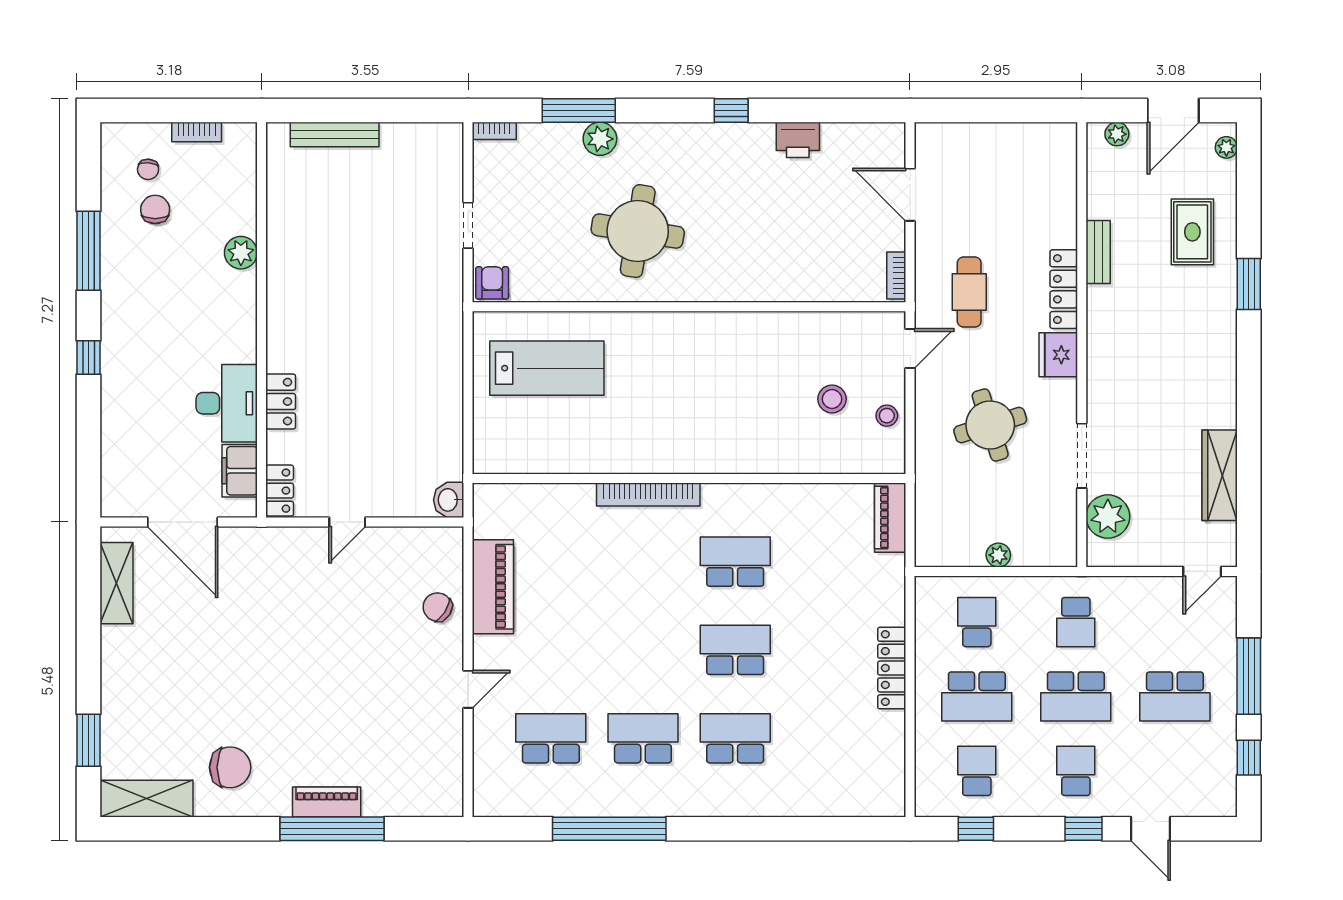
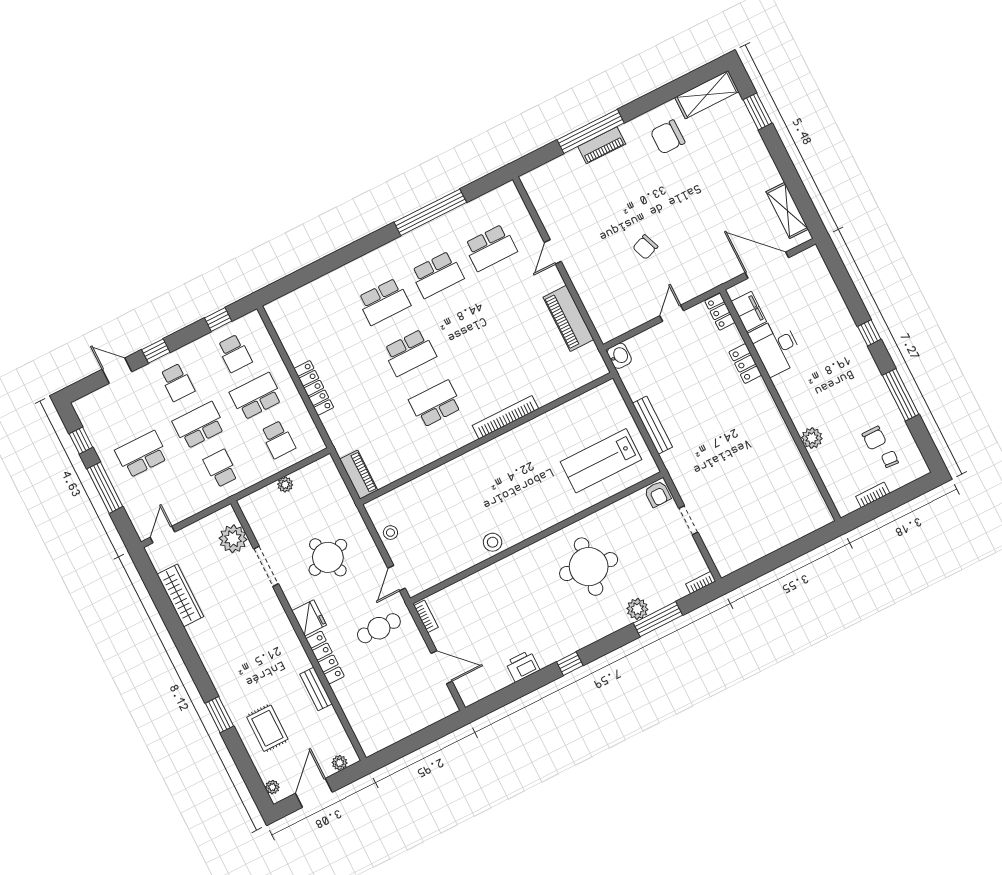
bench: (335, 135) -> (652, 425), moved, turned 90
cafe table: (969, 292) -> (379, 628), turned 90
stool: (832, 399) -> (493, 542), moved
school desk: (735, 562) -> (436, 404), turned 180
chair: (437, 607) -> (645, 247), moved, turned 127

